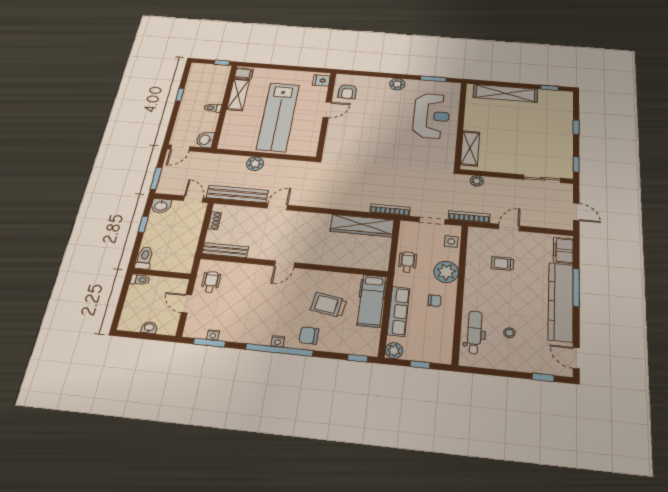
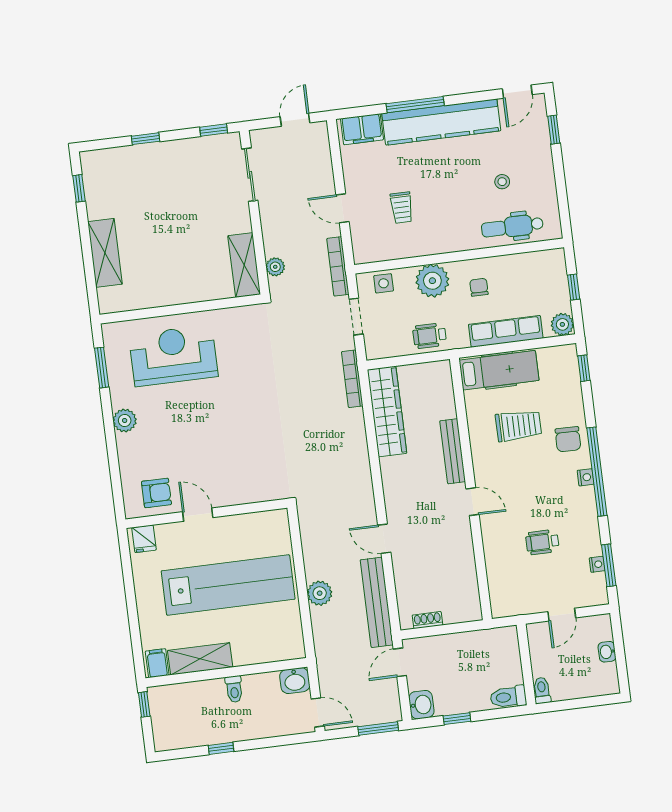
shelving: (505, 93) -> (105, 253), width x0.68
shelving: (470, 148) -> (244, 265), moved, turned 90
bench: (225, 250) -> (453, 451), moved
wheelchair: (211, 282) -> (542, 542), moved
trolley: (328, 305) -> (518, 426), turned -99

